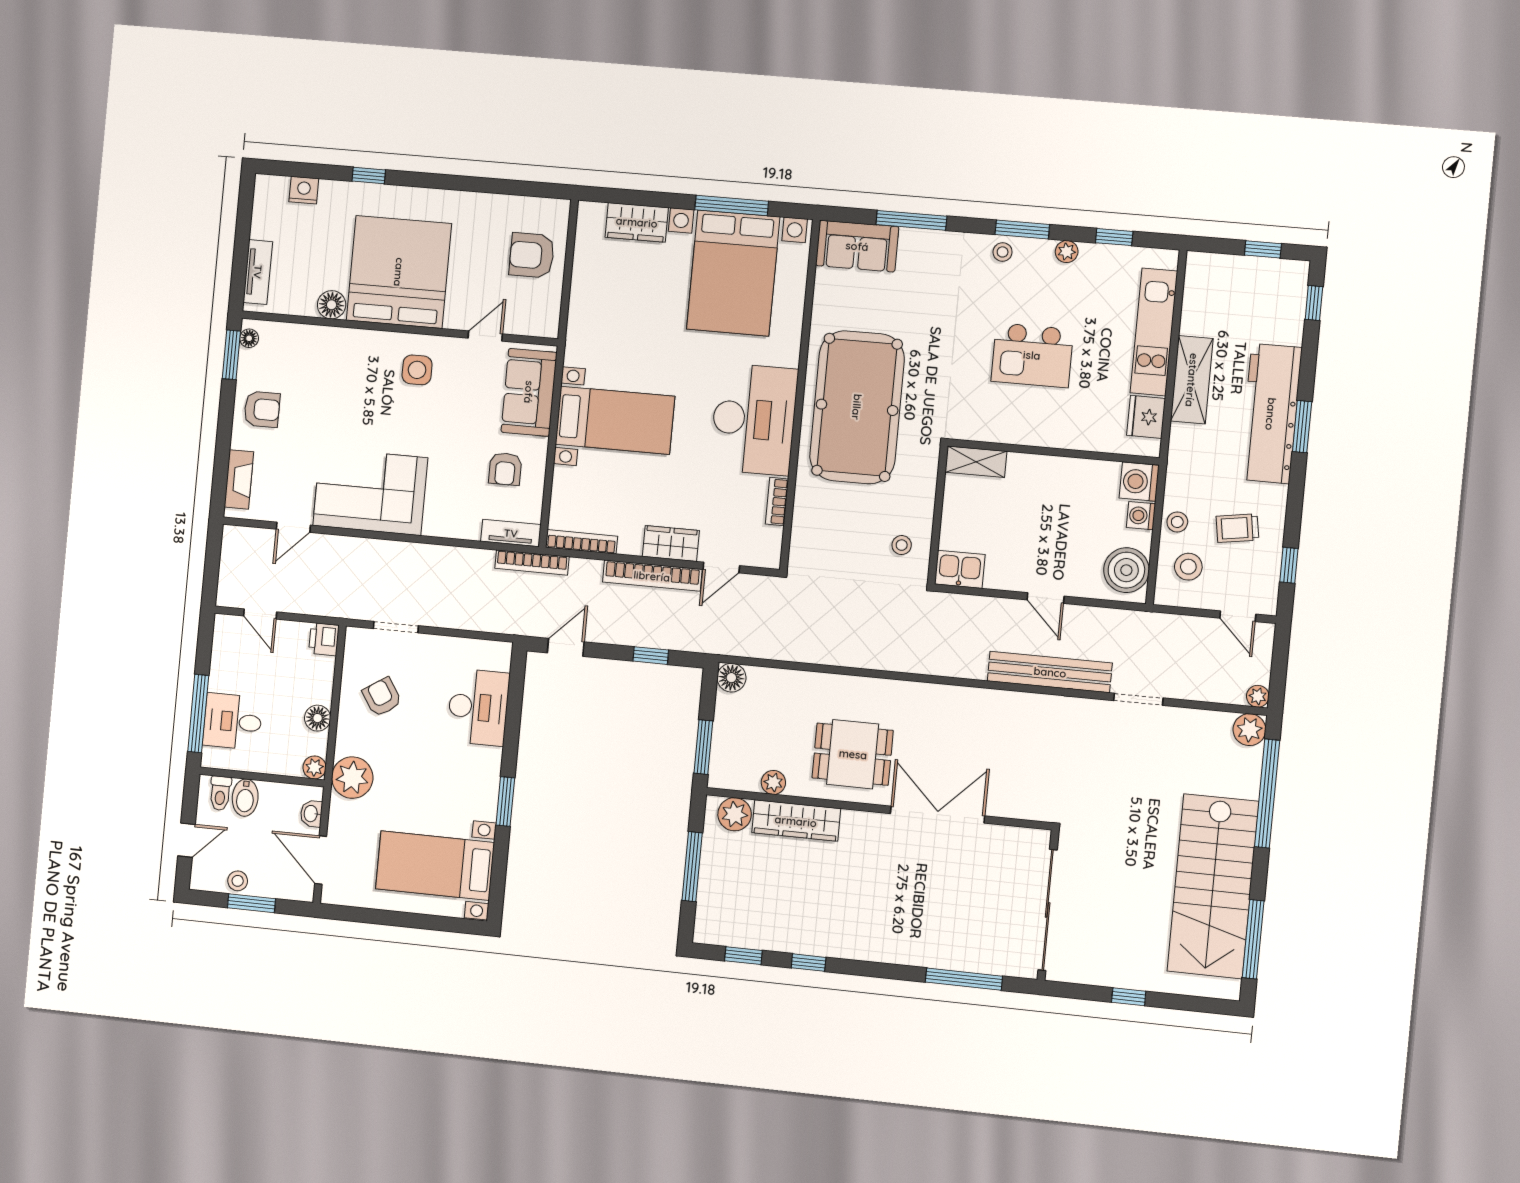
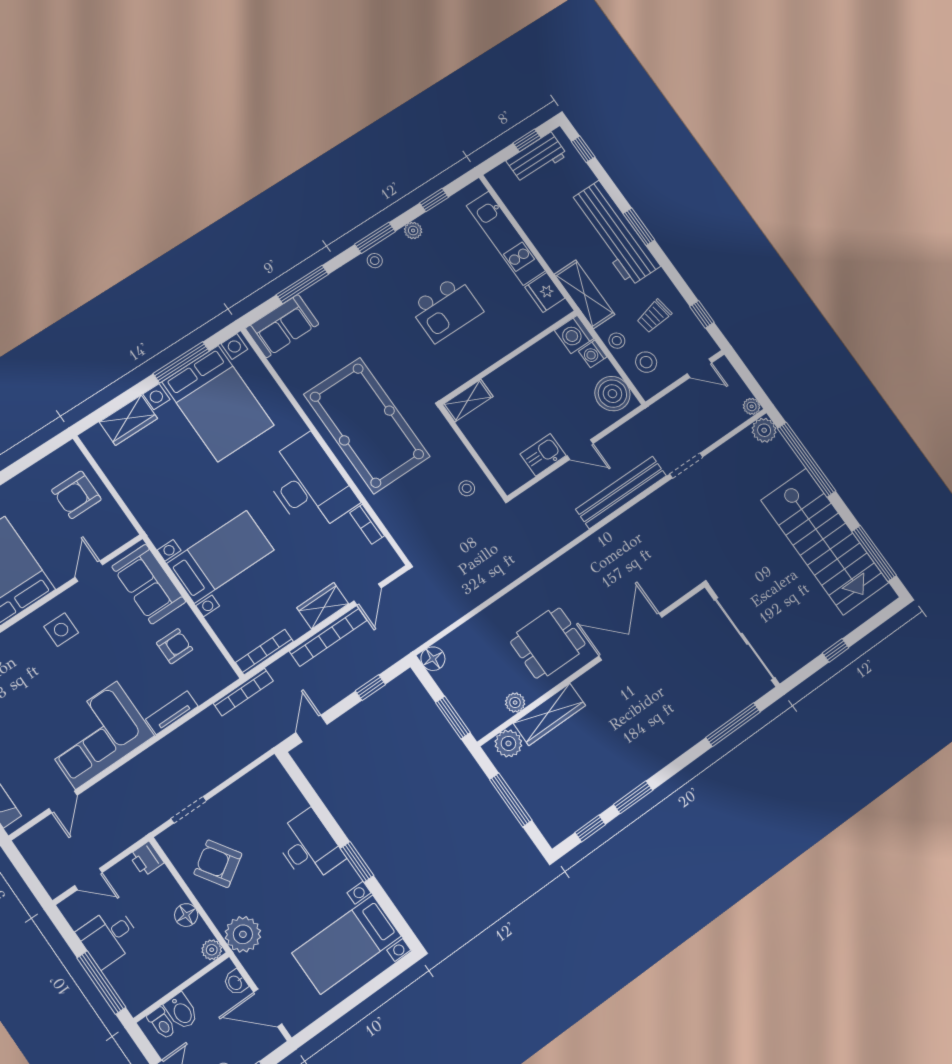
workbench: (1257, 275) -> (537, 158), added
shelving: (1192, 380) -> (584, 294), moved
armchair: (505, 469) -> (175, 646), turned -90
tv unit: (511, 533) -> (172, 713), moved
kitchen sink: (960, 569) -> (543, 455), moved
armchair: (382, 697) -> (218, 864), width x1.38, depth x1.38
desk: (478, 707) -> (309, 847), moved
desk: (233, 721) -> (109, 937), moved
window: (809, 963) -> (633, 797), width x1.50

